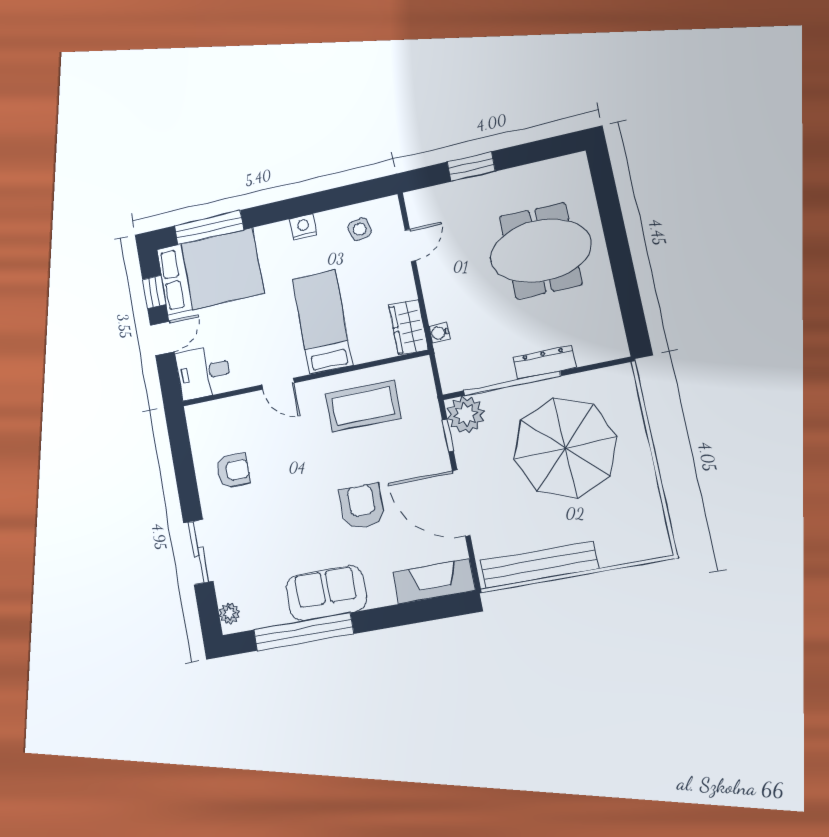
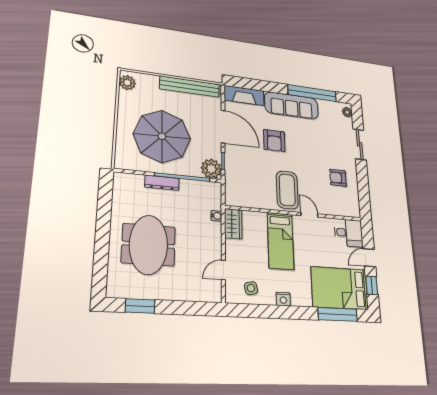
window: (471, 166) -> (140, 306), moved
meeting table: (541, 251) -> (148, 245), turned 90
coffee table: (363, 406) -> (287, 190), moved, turned 90
plant: (653, 534) -> (127, 83), added
sofa: (326, 593) -> (292, 105), width x1.36

